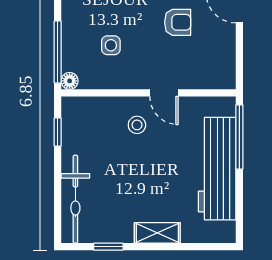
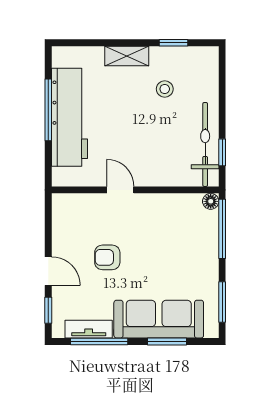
side table: (111, 45) -> (171, 235), removed
stool: (137, 125) -> (165, 89), moved
window: (239, 137) -> (48, 110), moved
bicycle: (75, 199) -> (205, 144), moved

